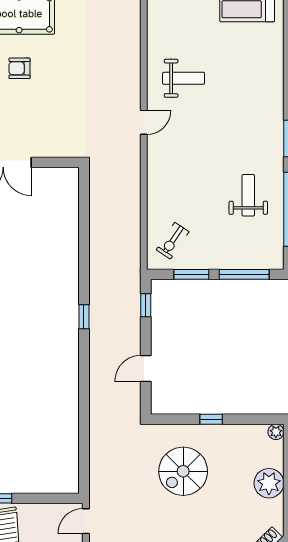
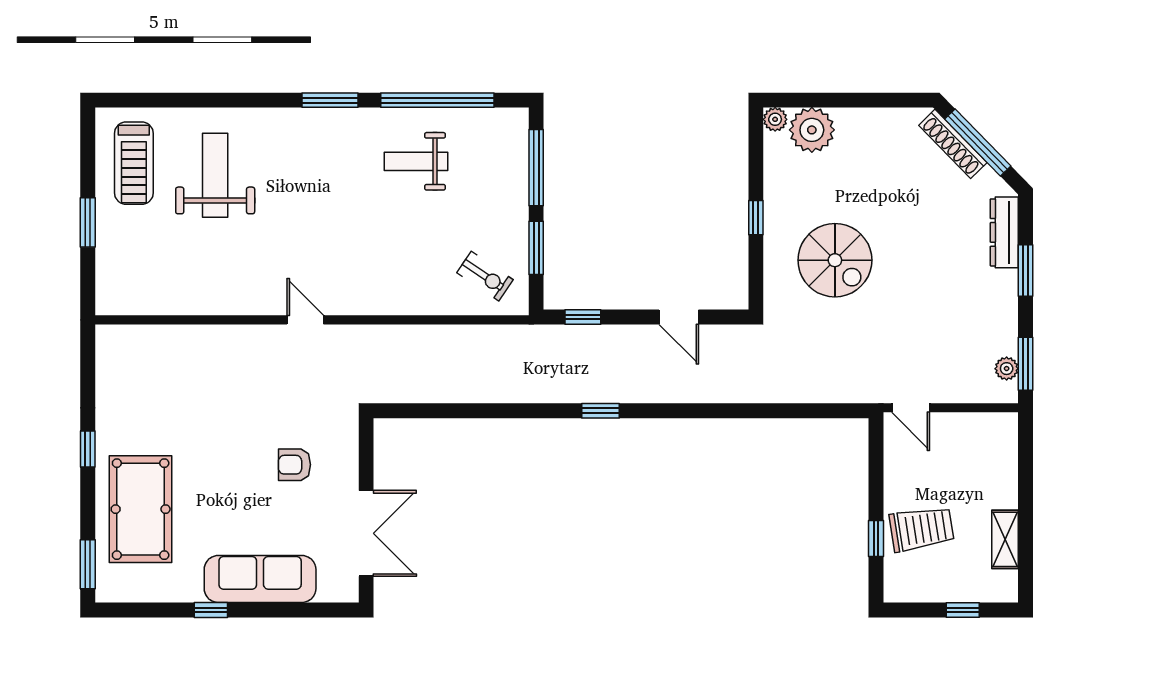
armchair: (19, 68) -> (295, 465), moved, turned 90
weight bench: (184, 78) -> (215, 175), moved, width x1.36, depth x1.33
plant: (269, 483) -> (812, 130), moved

